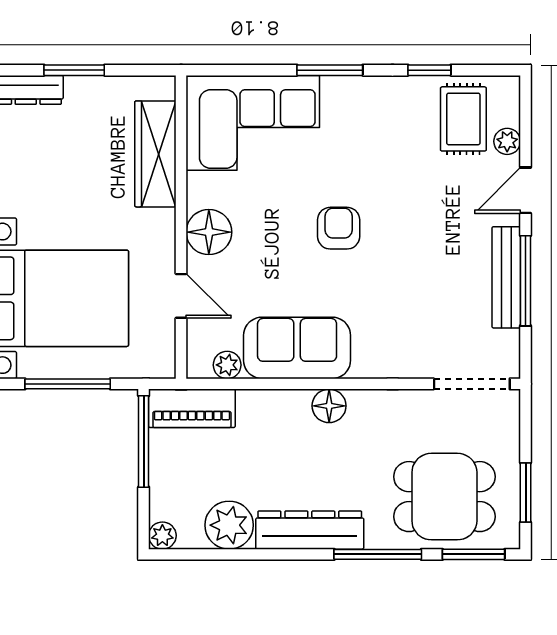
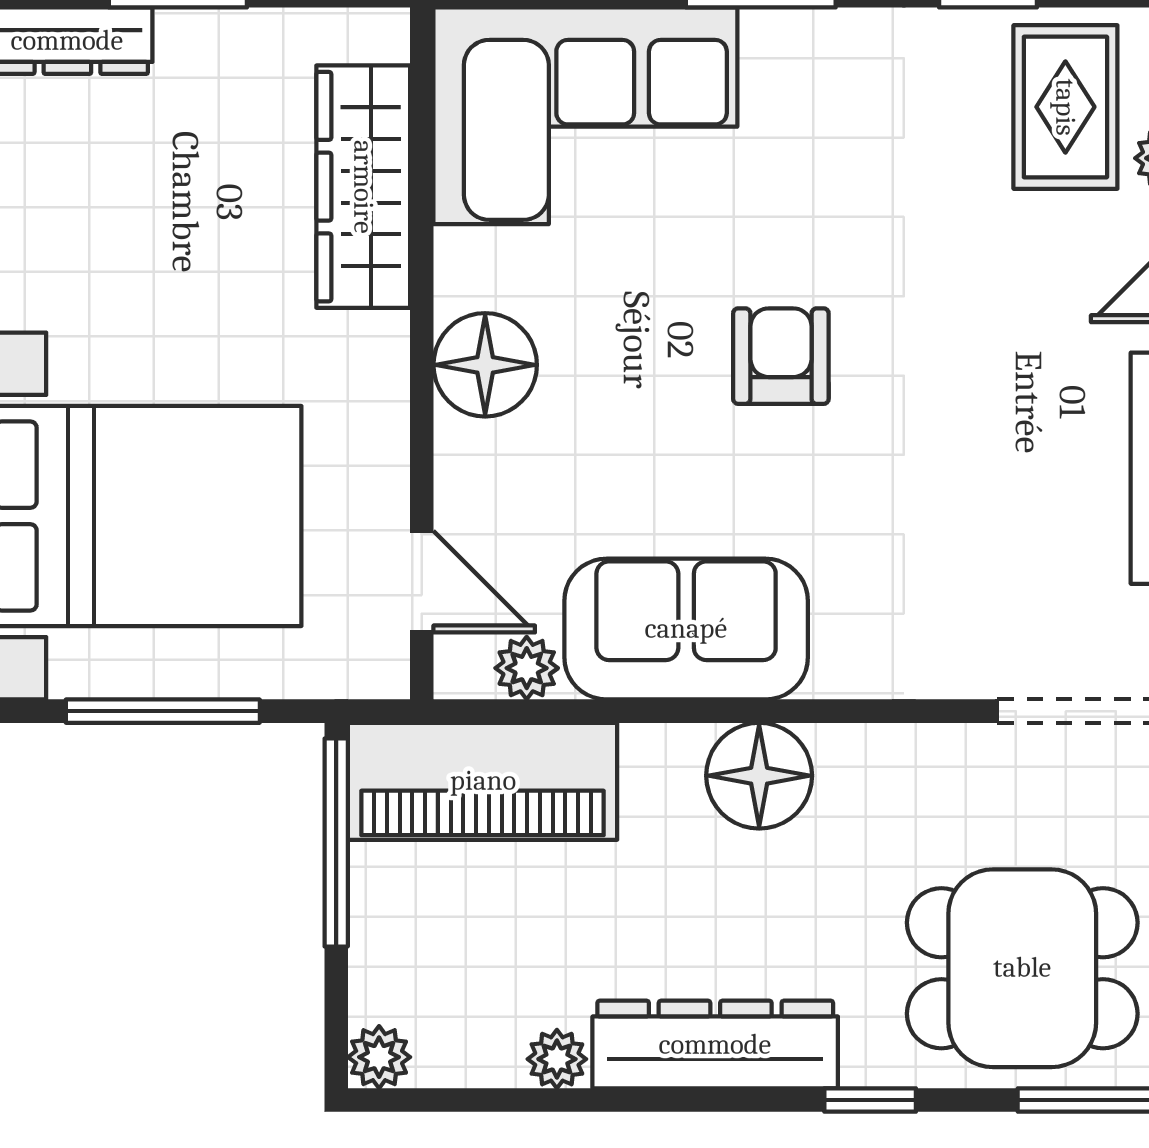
door: (181, 296) -> (422, 582), moved
floor lamp: (329, 406) -> (759, 776), width x1.38, depth x1.38
piano: (192, 408) -> (483, 781), width x1.37, depth x1.33
plant: (229, 525) -> (557, 1059), width x0.53, depth x0.53
window: (378, 554) -> (870, 1100), width x0.46

